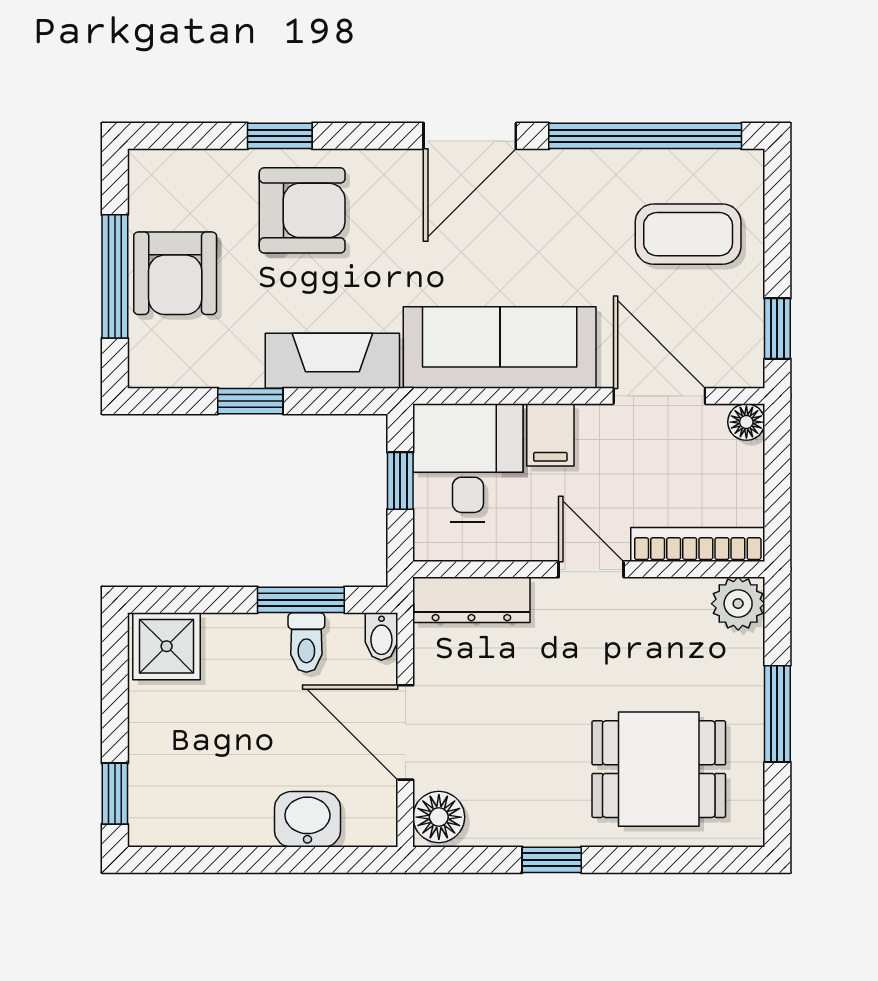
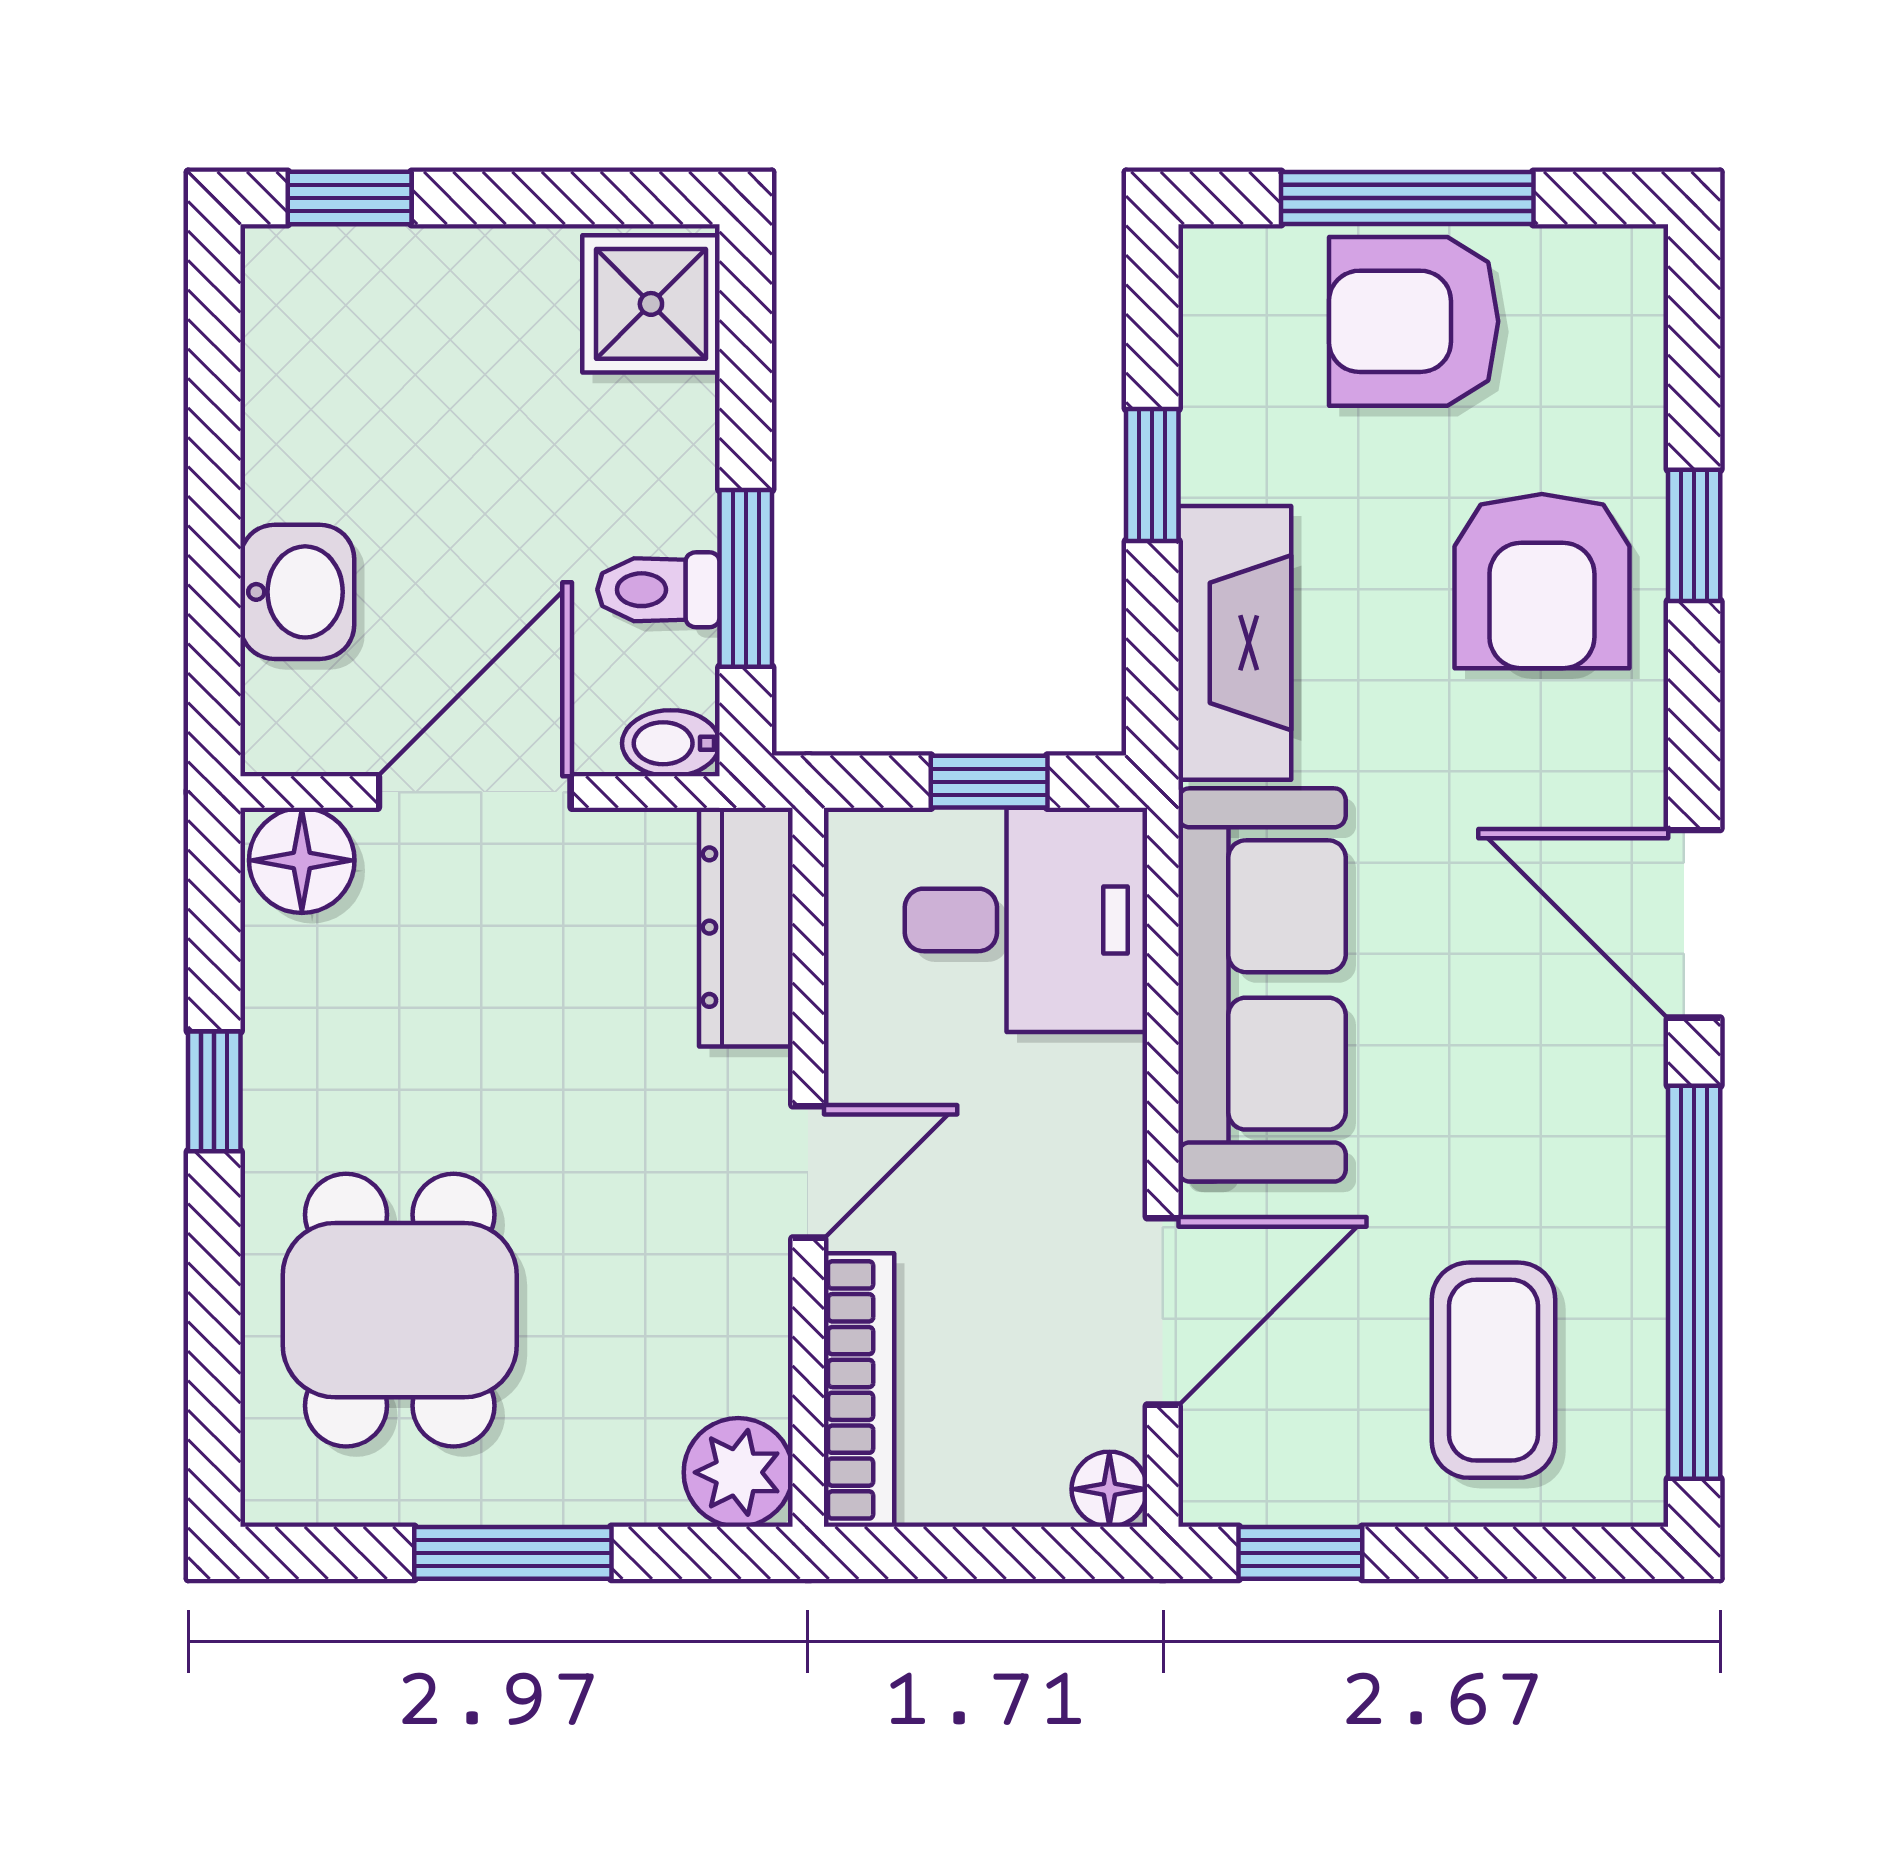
filing cabinet: (550, 435) -> (1083, 1088), removed

